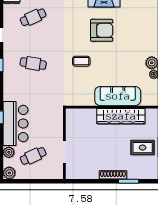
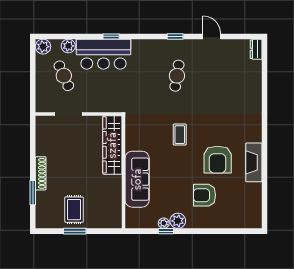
cafe table: (33, 17) -> (234, 76), removed
armchair: (131, 41) -> (205, 195), added
wardrobe: (121, 116) -> (112, 145), moved

